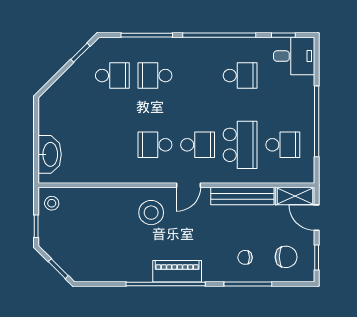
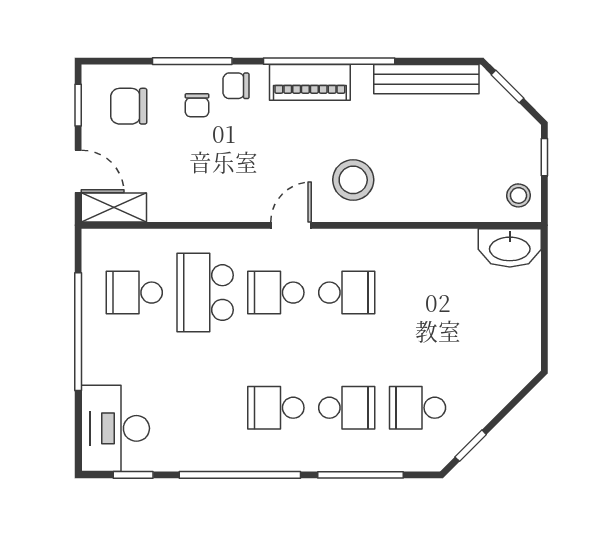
desk: (294, 56) -> (115, 428), width x1.37
school desk: (240, 76) -> (276, 408), moved
washbasin: (50, 154) -> (510, 248), moved, turned -90
bench: (242, 196) -> (426, 79), moved
chair: (245, 257) -> (197, 105), turned 90
chair: (222, 269) -> (236, 86), added

